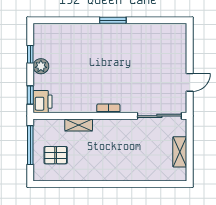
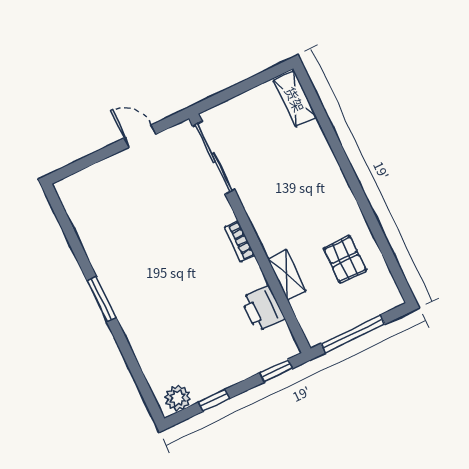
plant: (41, 66) -> (178, 398), moved
printer: (43, 102) -> (263, 308), moved, turned -90
shelving: (180, 152) -> (295, 99), moved, turned 90
pallet: (56, 155) -> (345, 259), moved

